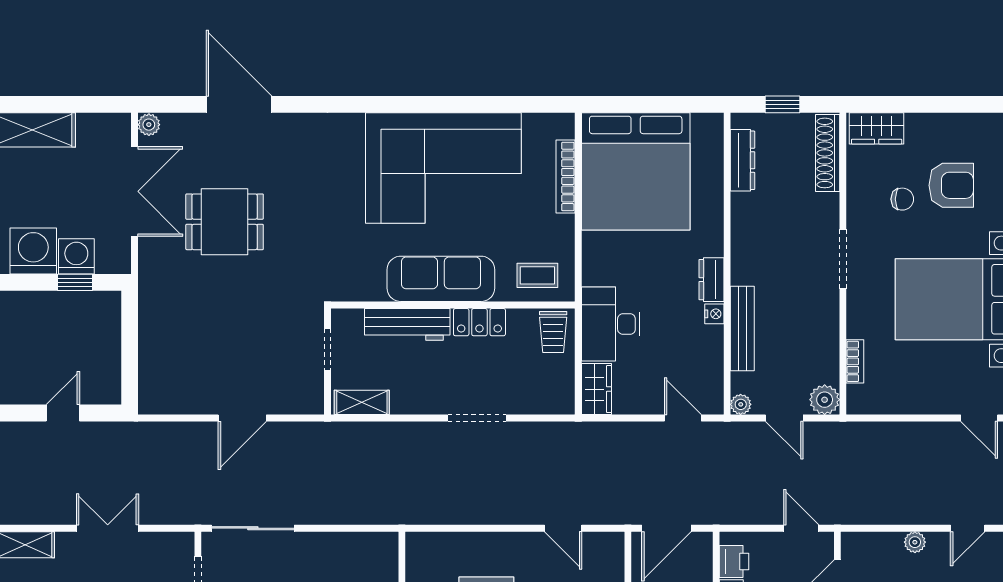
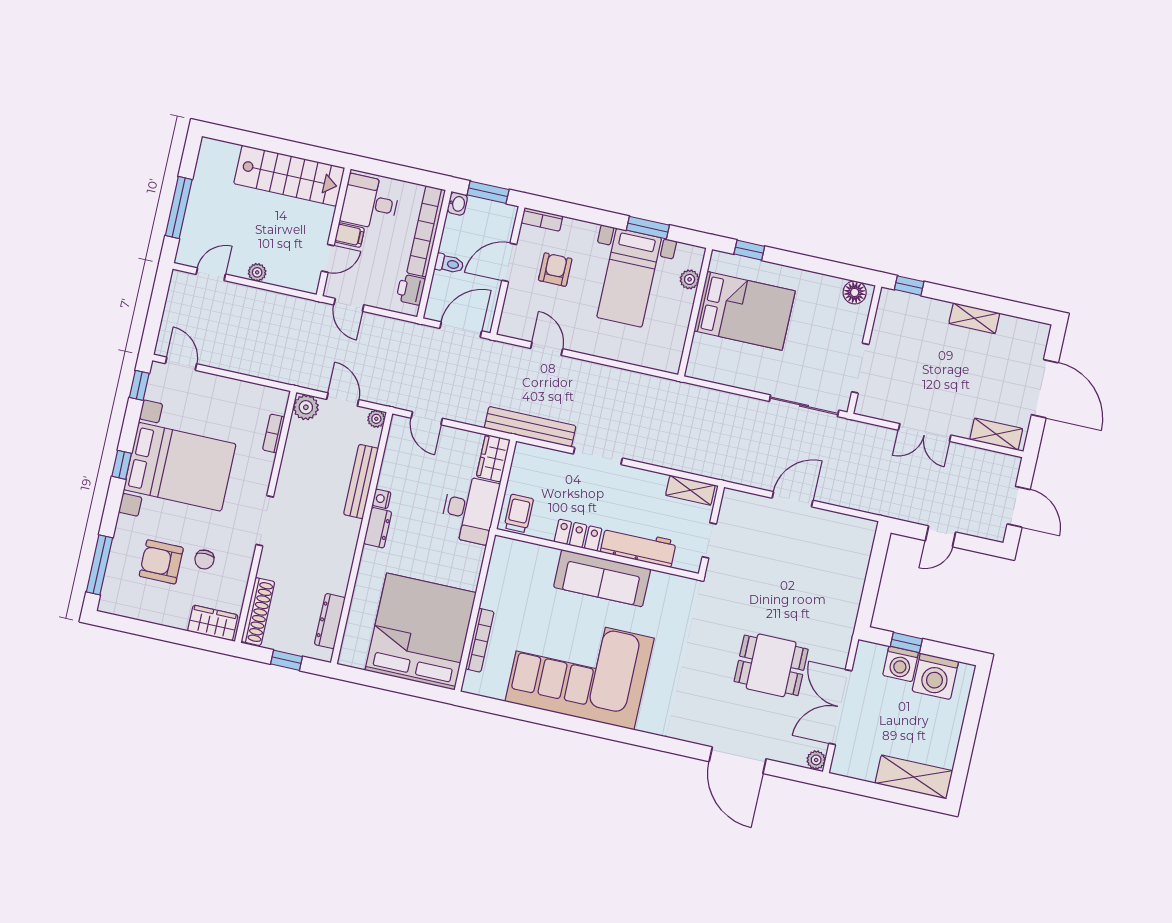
chair: (902, 199) -> (204, 559), turned -90
coffee table: (537, 275) -> (521, 563), removed
bench: (562, 434) -> (530, 427), added

